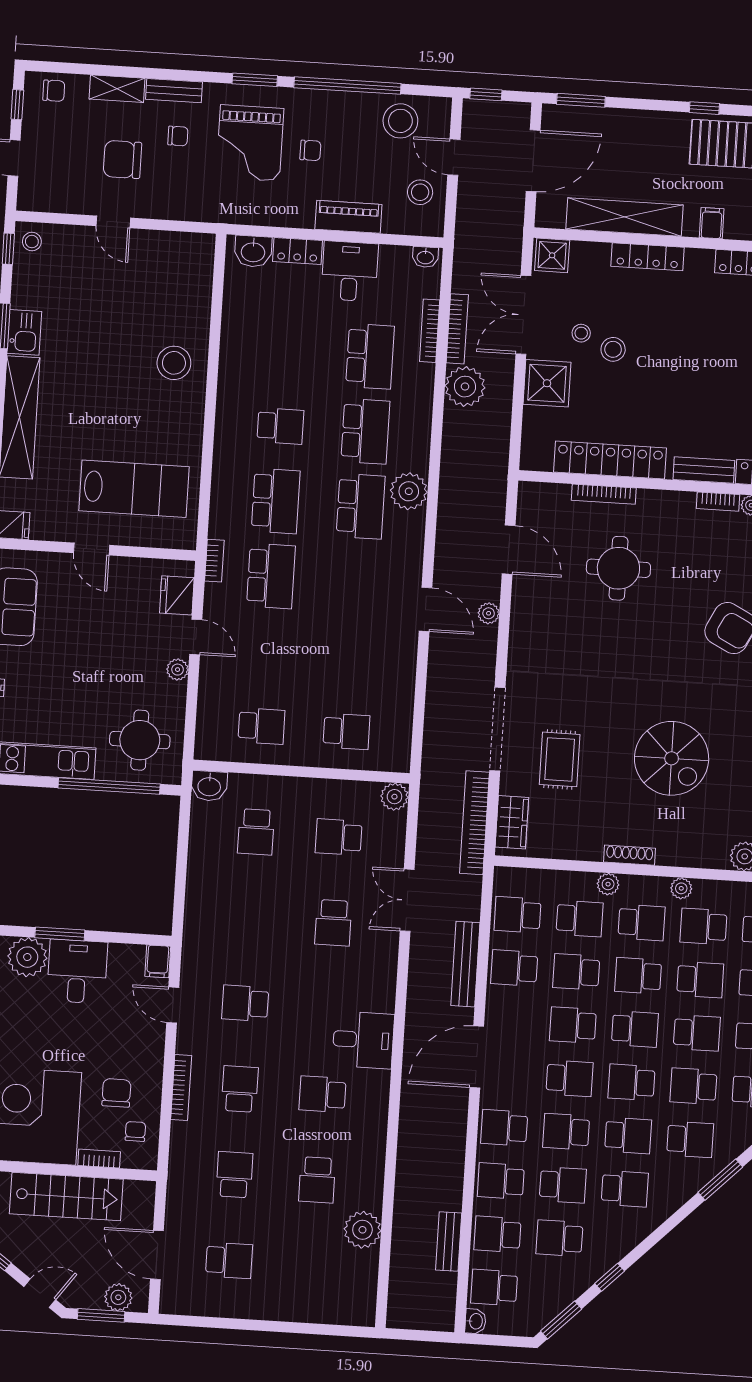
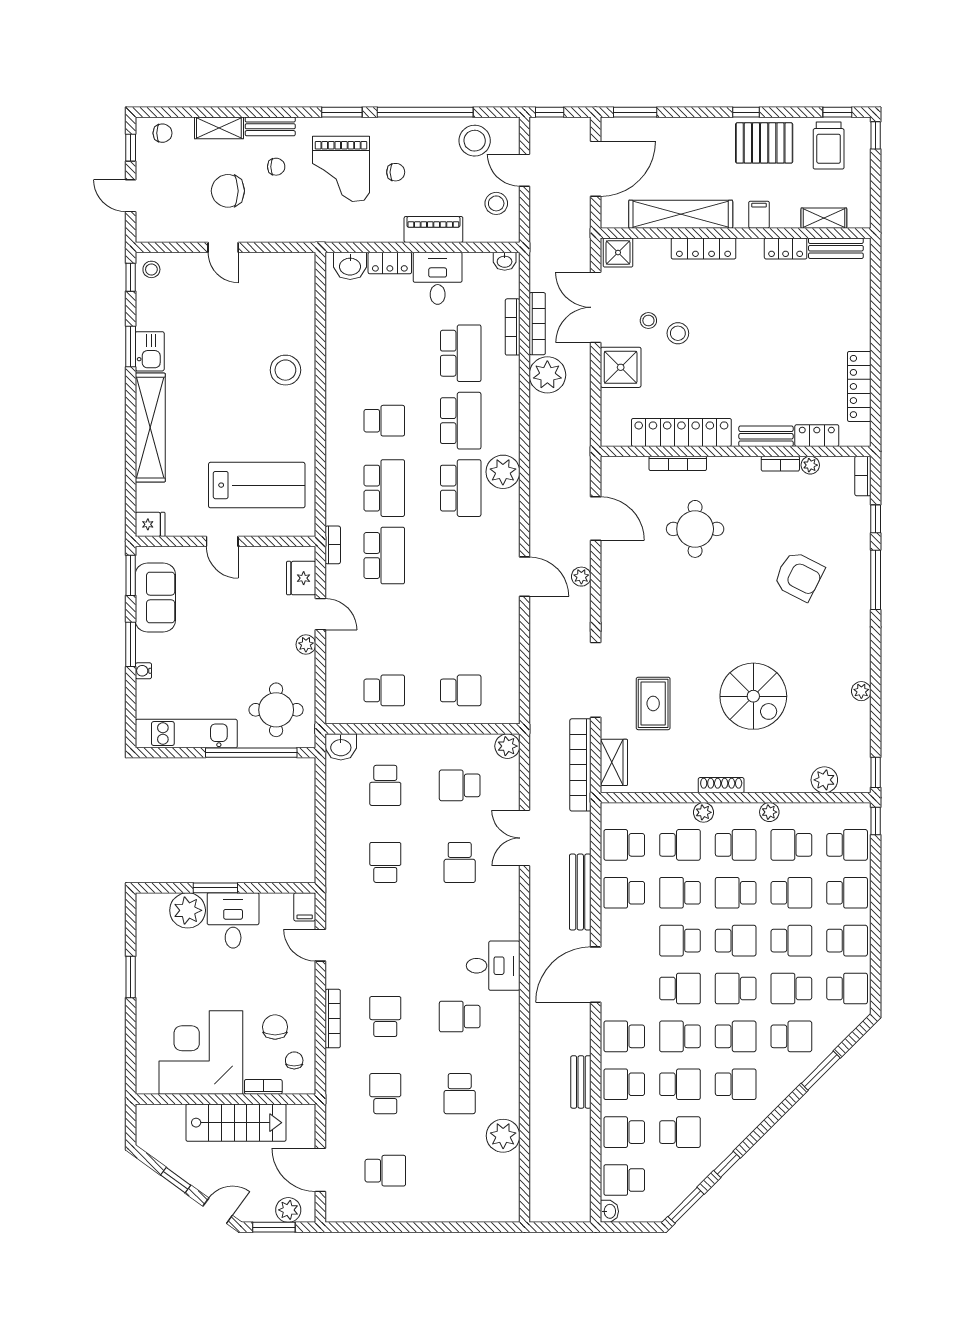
school desk: (245, 1003) -> (385, 862), moved, turned 90
school desk: (559, 1238) -> (680, 1132), turned 180
bench: (449, 1242) -> (581, 1082), moved

